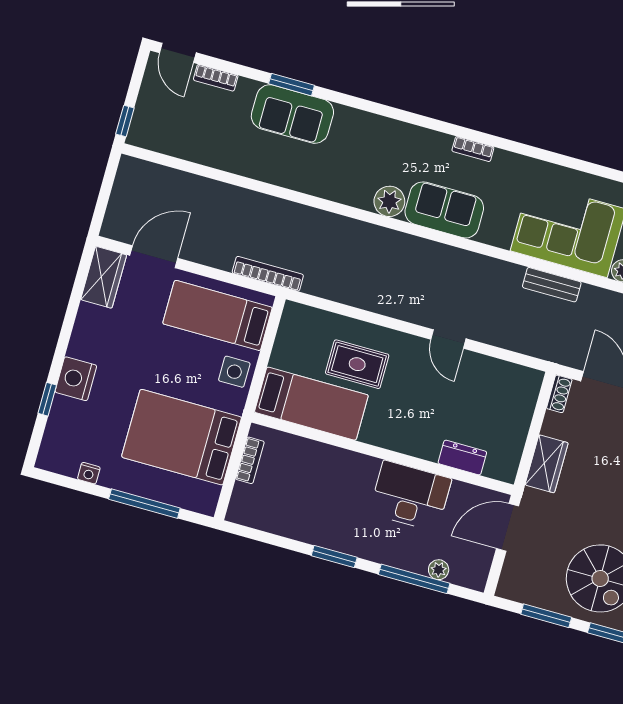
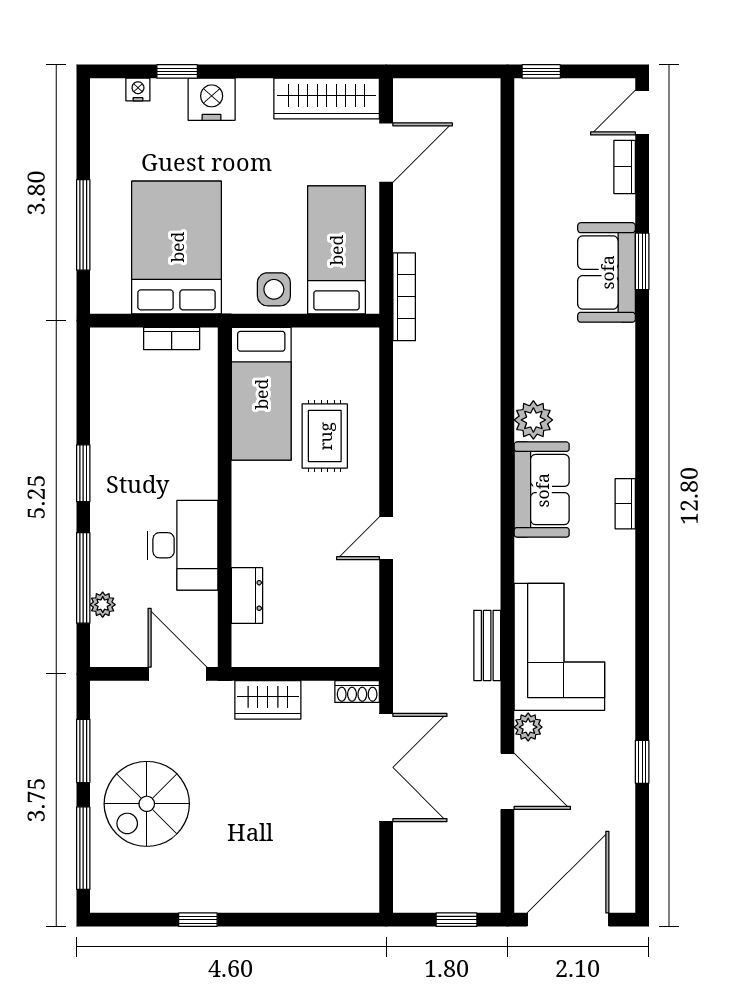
door: (154, 257) -> (386, 153), hinge flipped
wardrobe: (104, 277) -> (327, 99), width x1.50
nightstand: (89, 473) -> (138, 90), moved, turned 90

